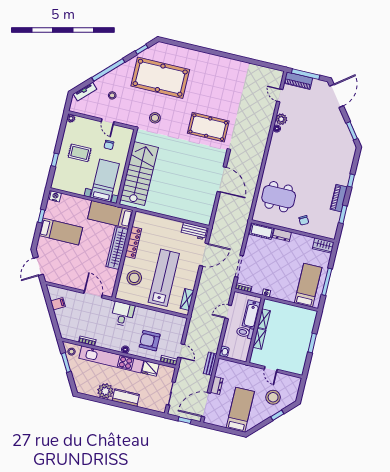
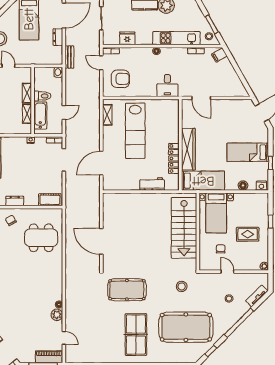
table tennis table: (210, 82) -> (136, 335), added
floor lamp: (73, 201) -> (243, 185), added
workbench: (194, 231) -> (152, 184), moved
dresser: (282, 235) -> (15, 201), moved
stool: (134, 278) -> (164, 124), removed
filing cabinet: (58, 304) -> (219, 55), moved
armchair: (150, 341) -> (120, 79), moved
kitchen unit: (111, 359) -> (176, 38), width x0.73

